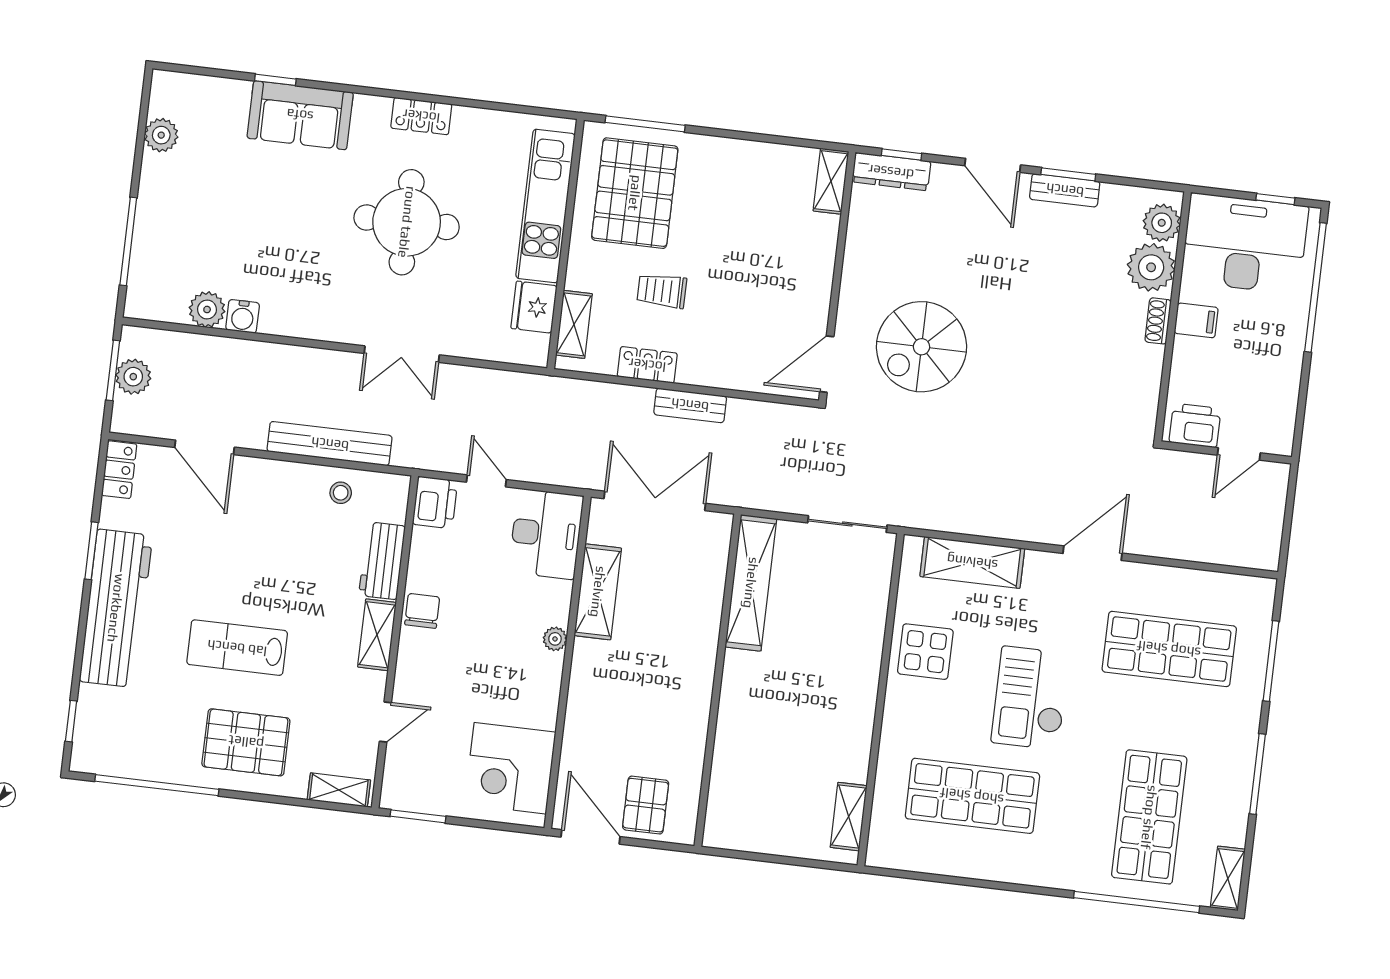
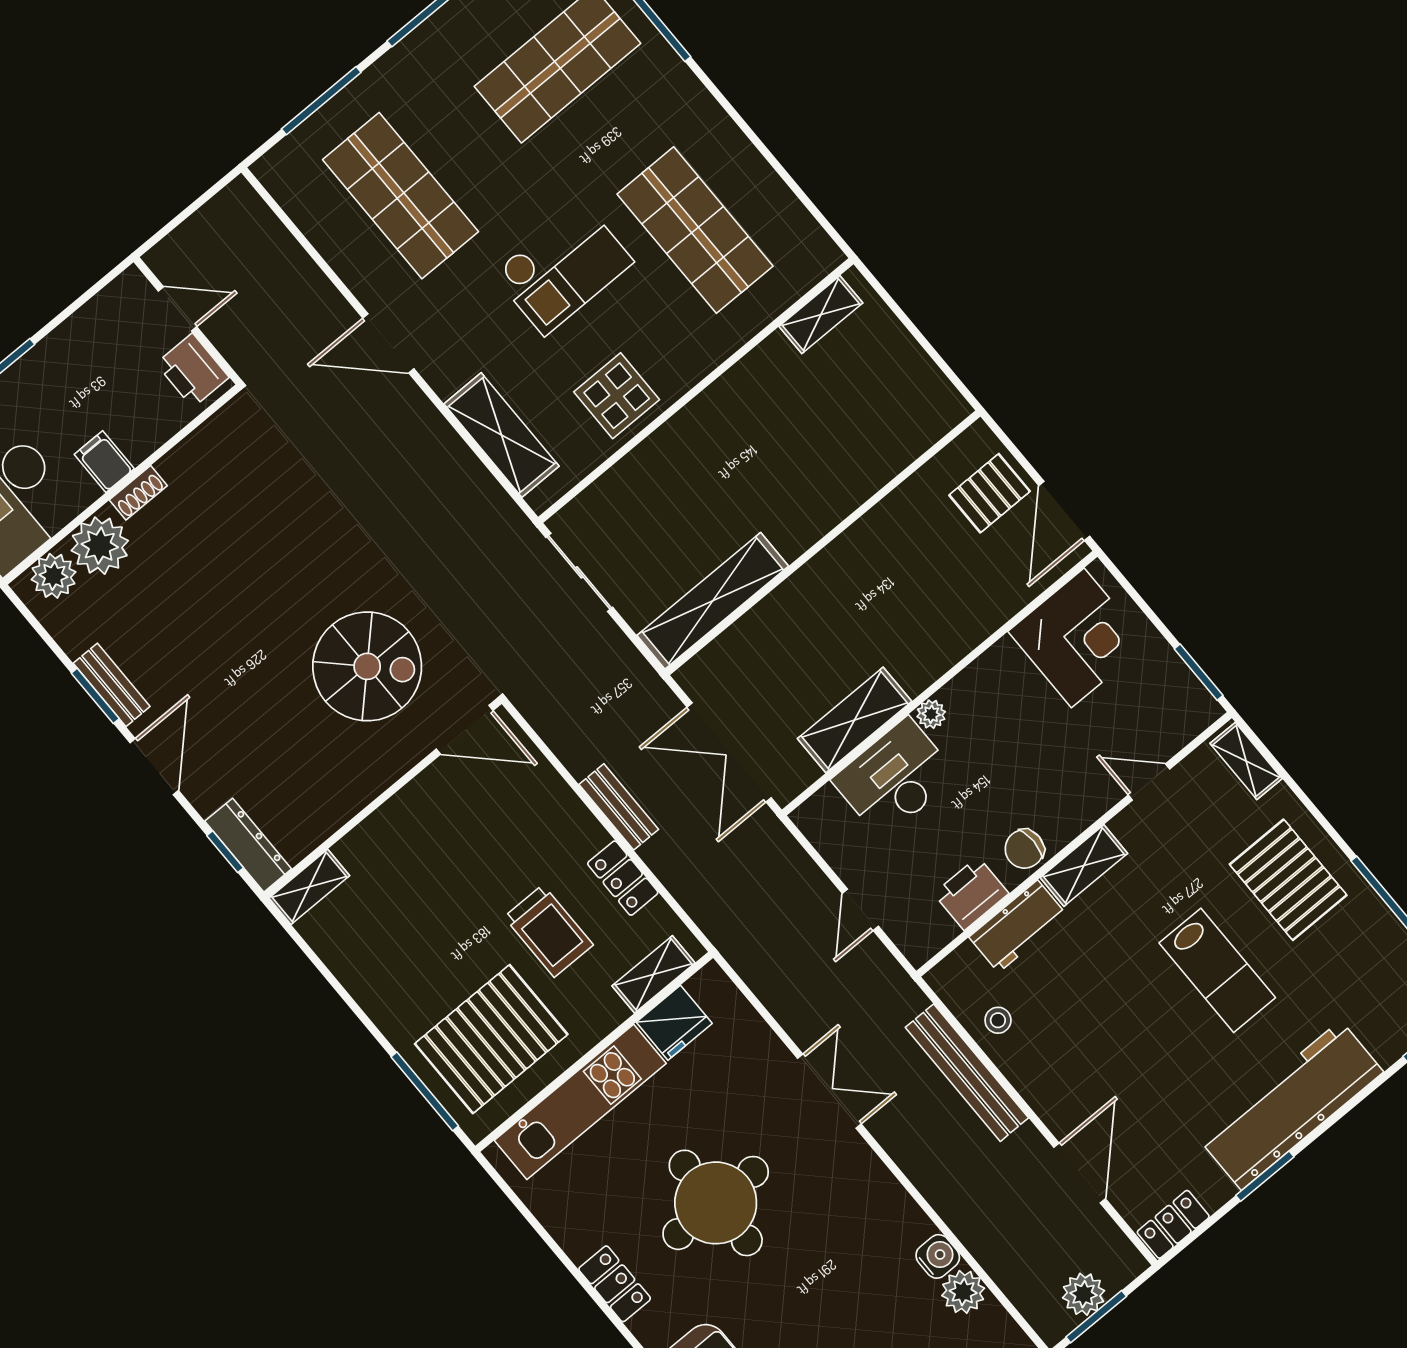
trolley: (662, 291) -> (549, 931), width x1.36, depth x1.39
printer: (435, 502) -> (971, 893), moved
desk: (546, 534) -> (895, 778), moved

